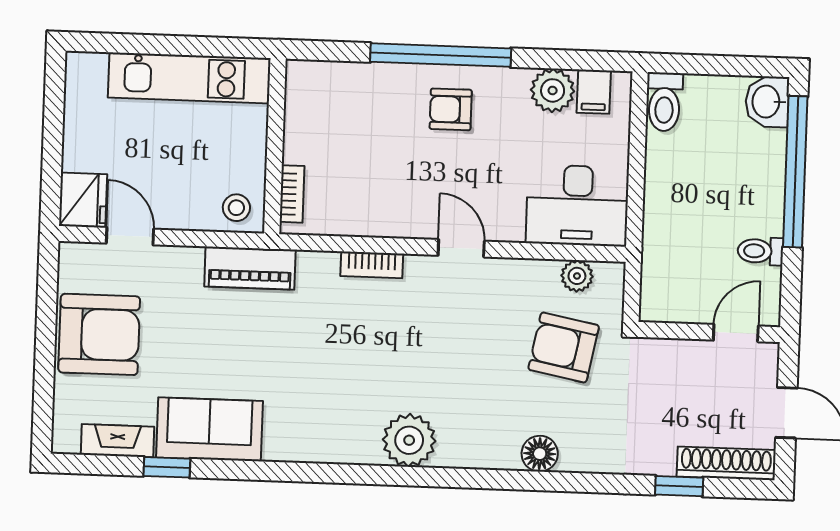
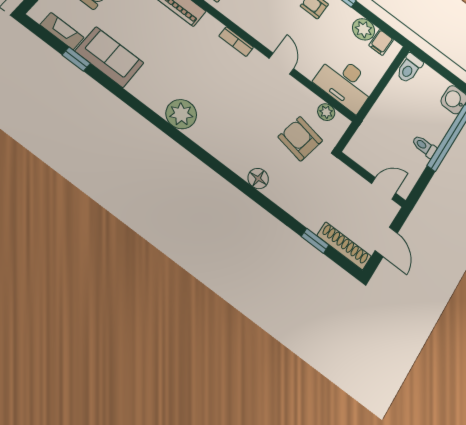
toilet: (760, 251) -> (424, 146), moved
plant: (409, 440) -> (181, 114), moved

